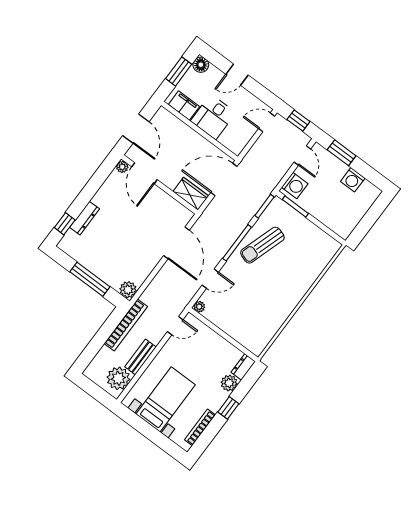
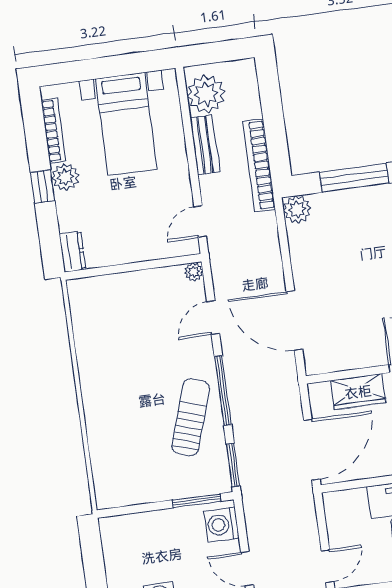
wardrobe: (191, 194) -> (358, 392), moved
plant: (229, 383) -> (65, 177), moved

